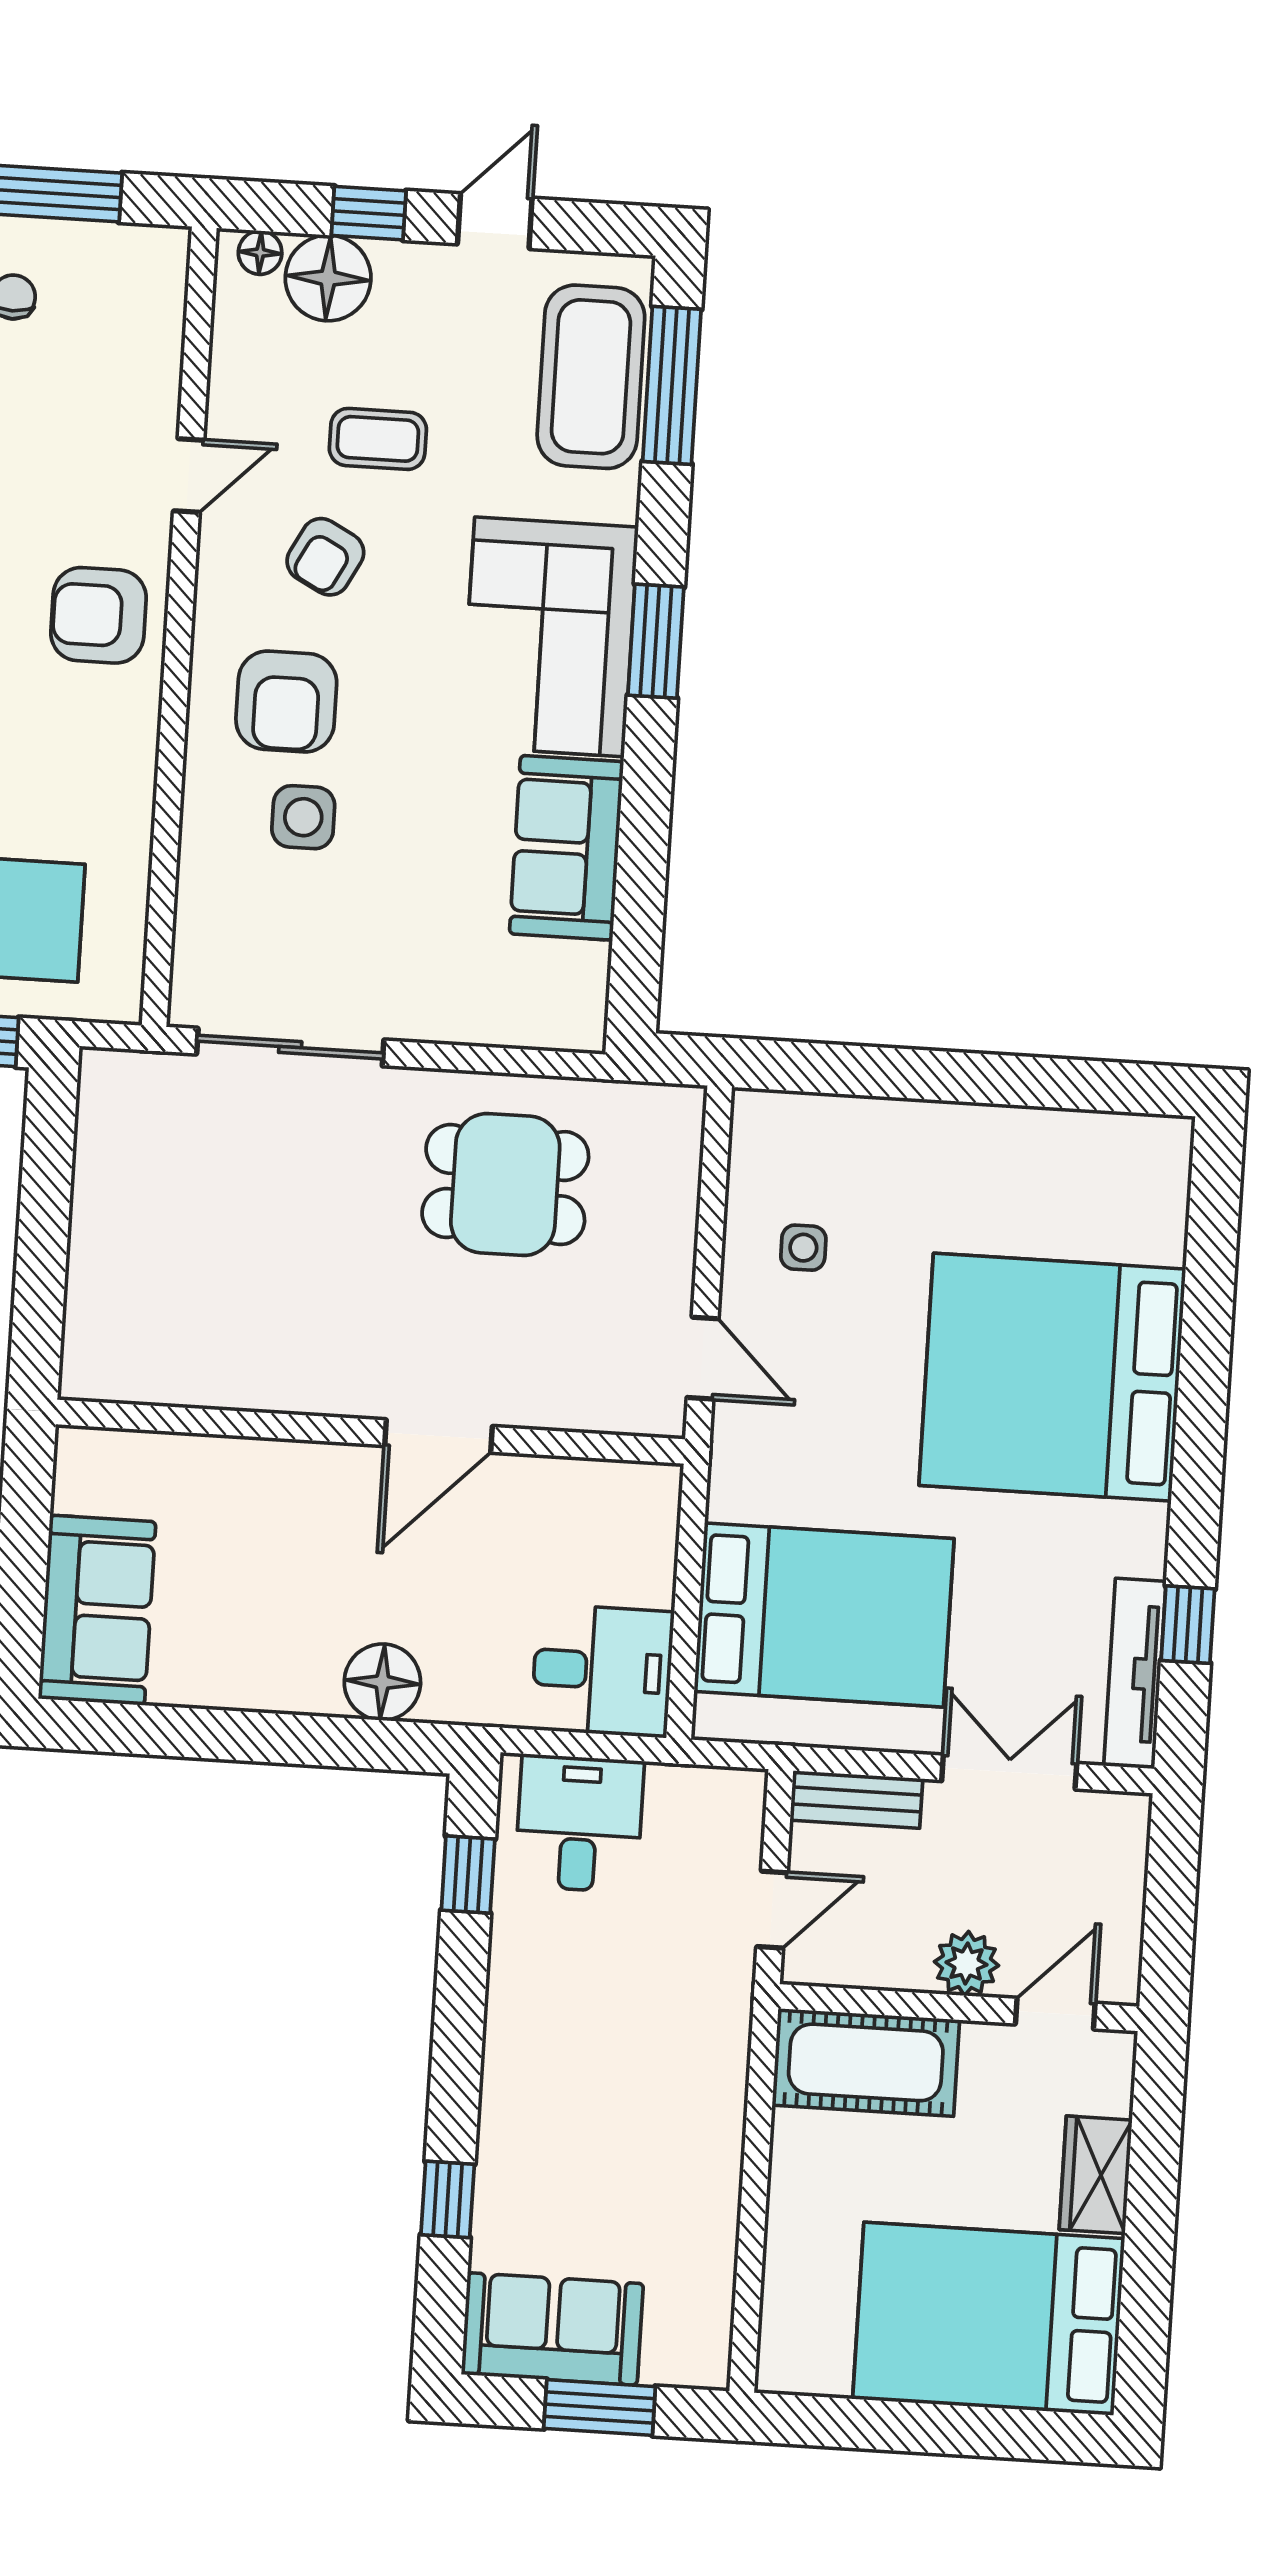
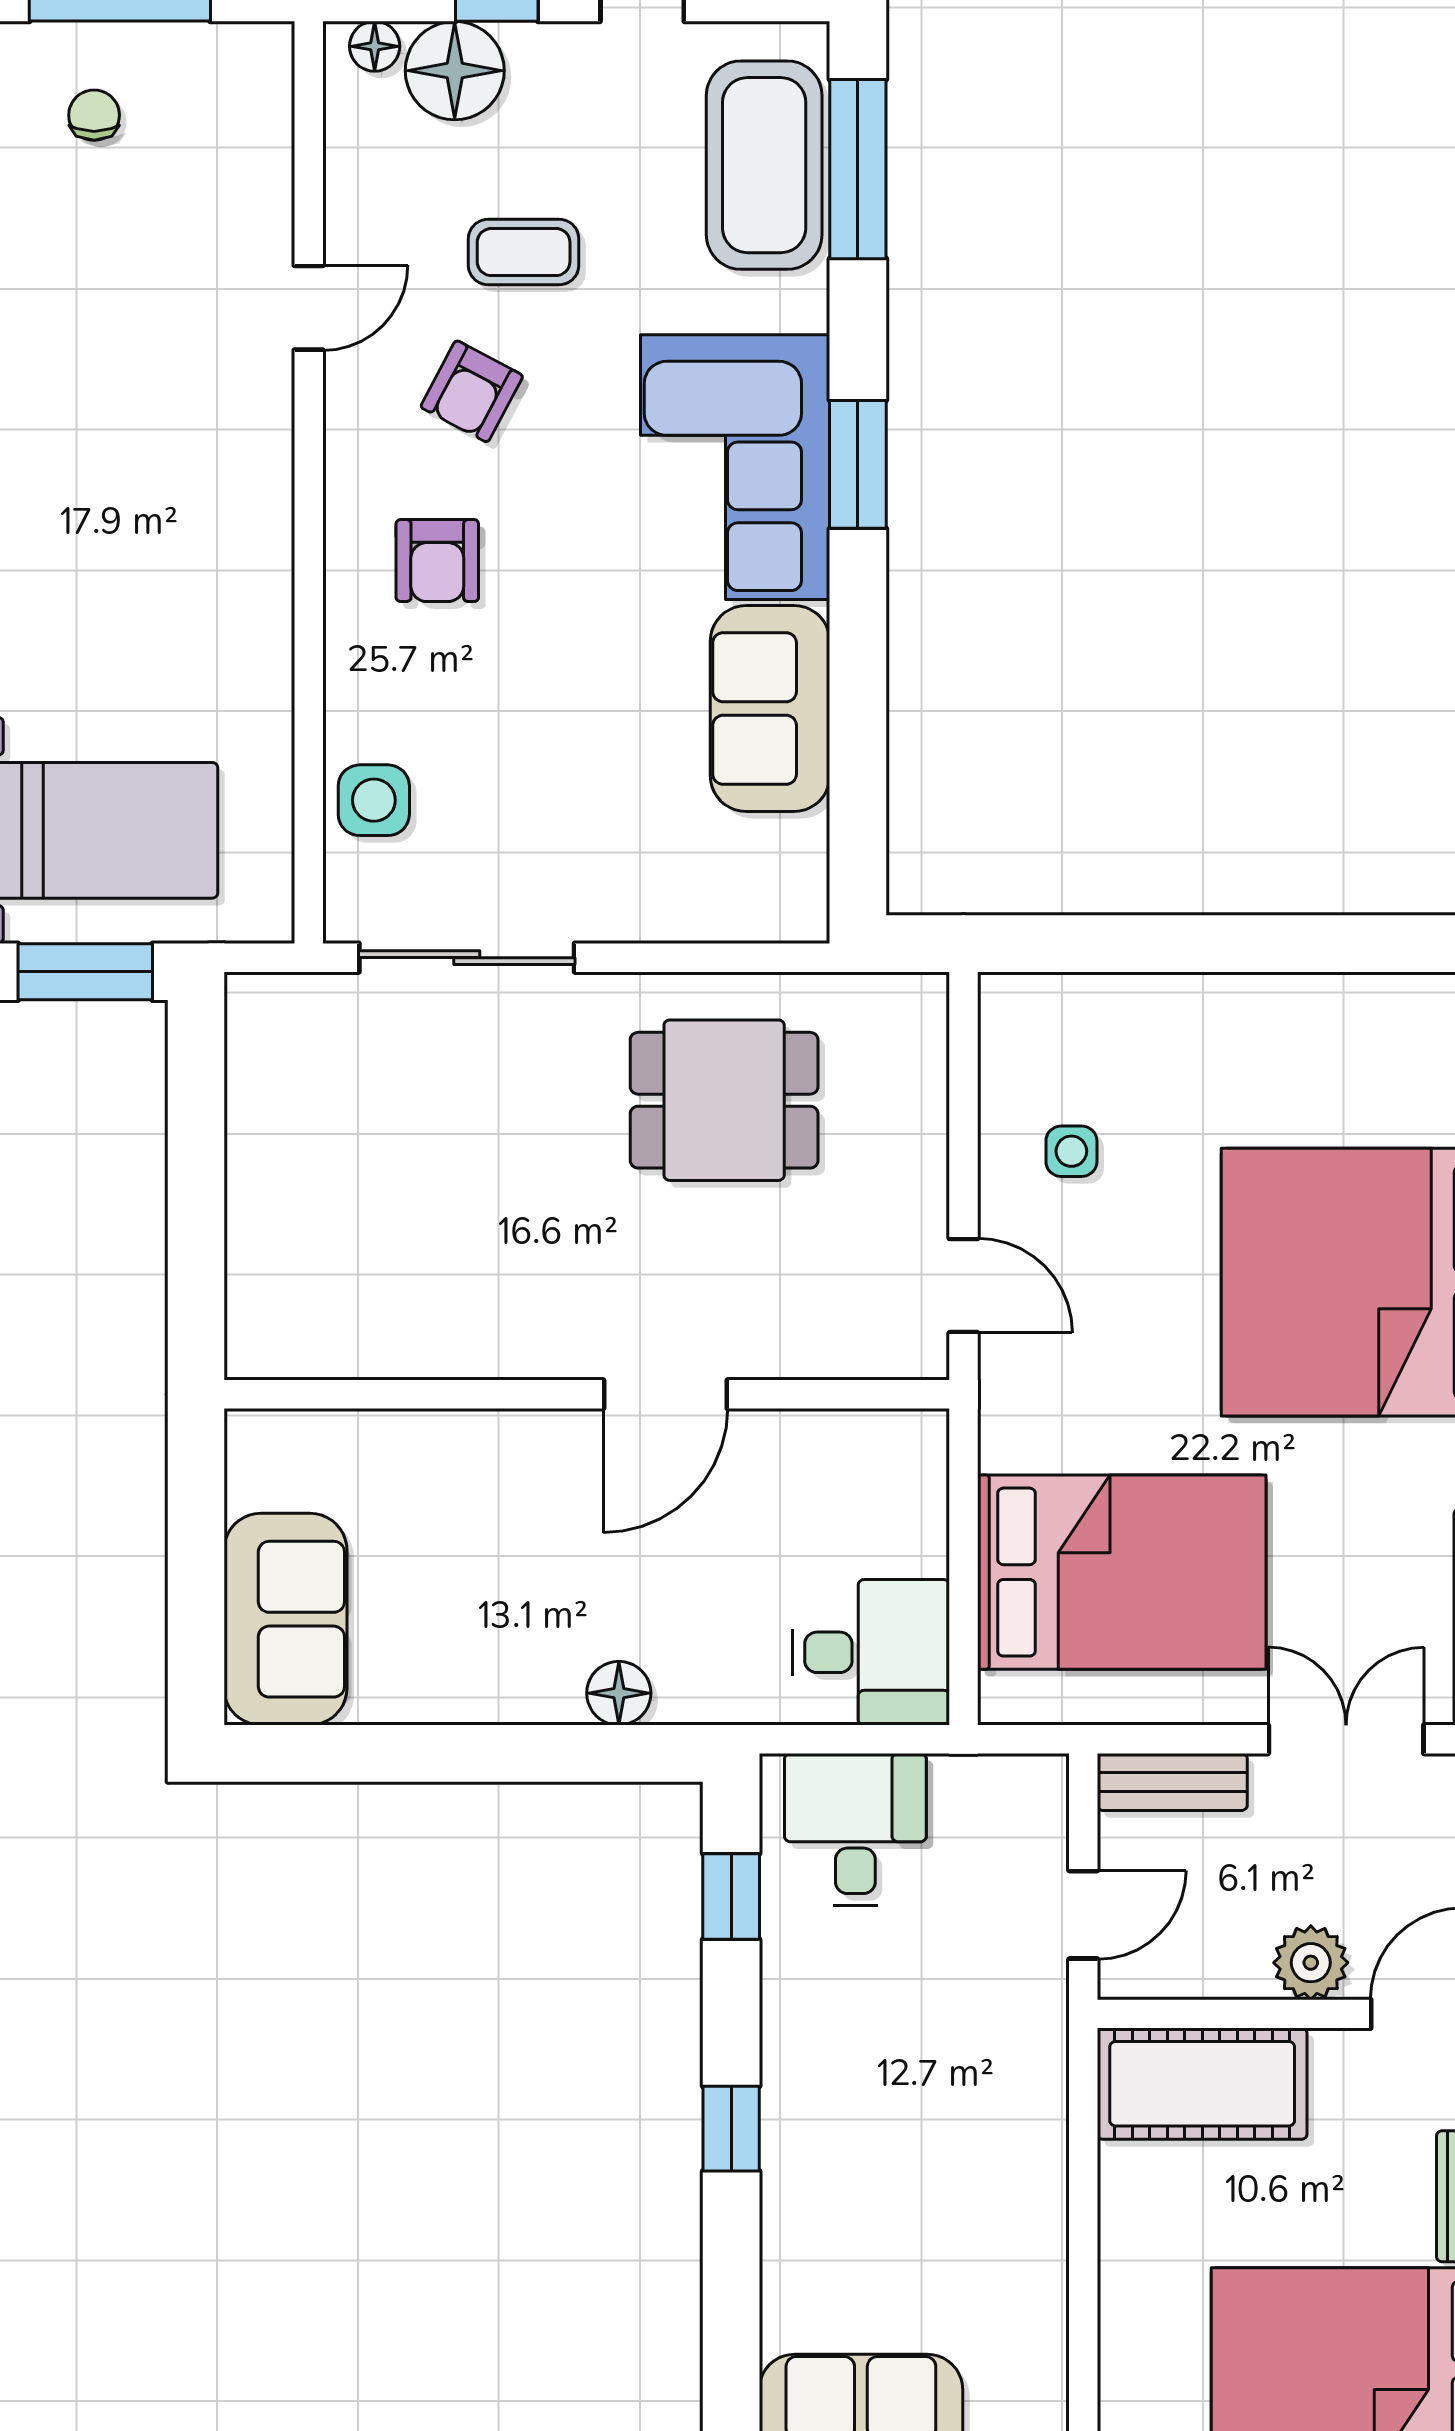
armchair: (98, 615) -> (215, 475), removed
armchair: (286, 701) -> (437, 561), width x0.72, depth x0.72
side table: (303, 817) -> (374, 800), moved
floor lamp: (382, 1682) -> (619, 1693), width x0.73, depth x0.73
window: (448, 2199) -> (731, 2129), moved

